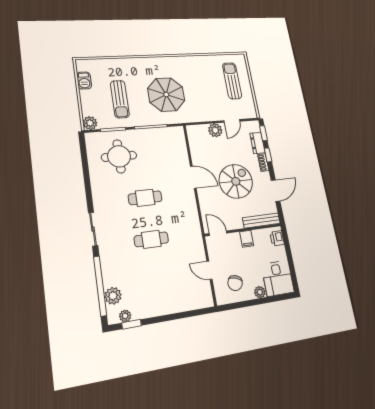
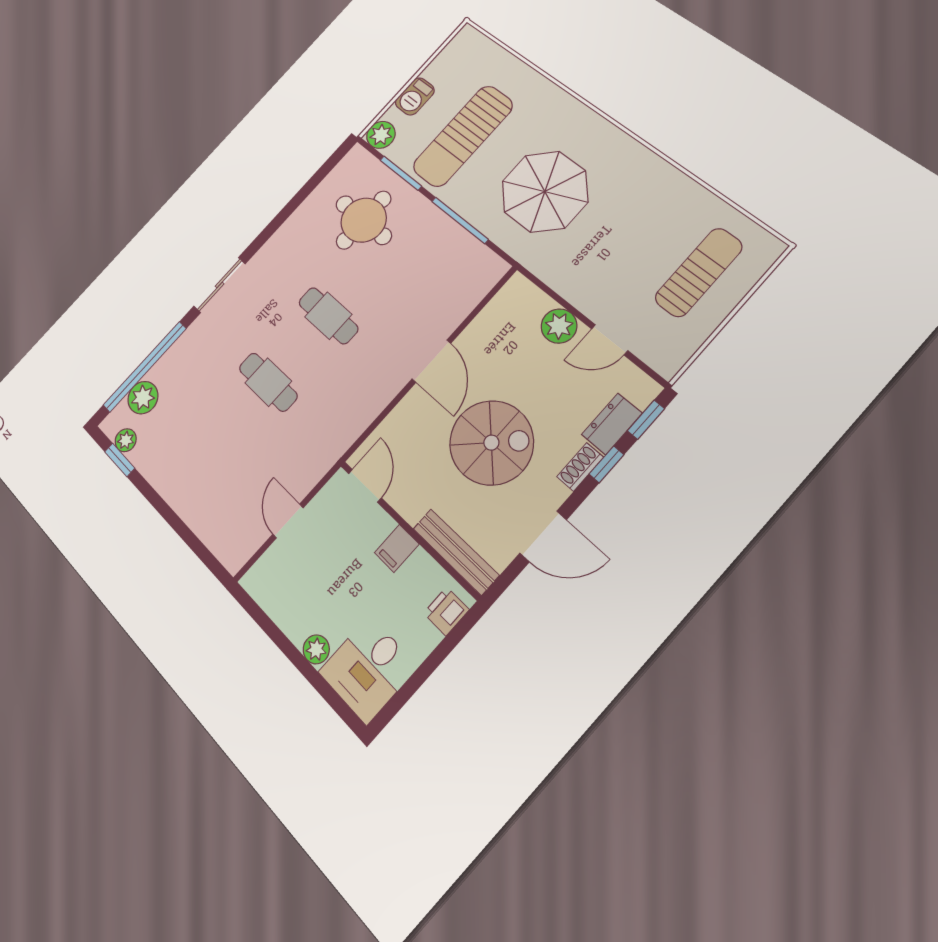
barbecue: (84, 81) -> (415, 96), moved
sun lounger: (120, 99) -> (463, 136), width x1.36, depth x1.34
chair: (235, 283) -> (299, 587), removed

